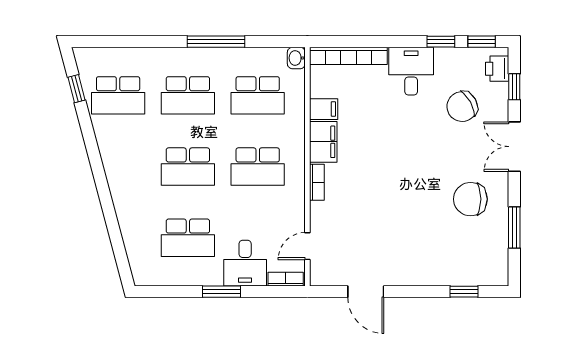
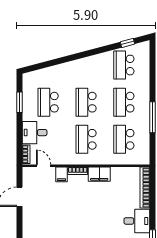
washbasin: (296, 58) -> (144, 160), removed
filing cabinet: (324, 109) -> (61, 174), moved
window: (222, 292) -> (19, 102), moved

